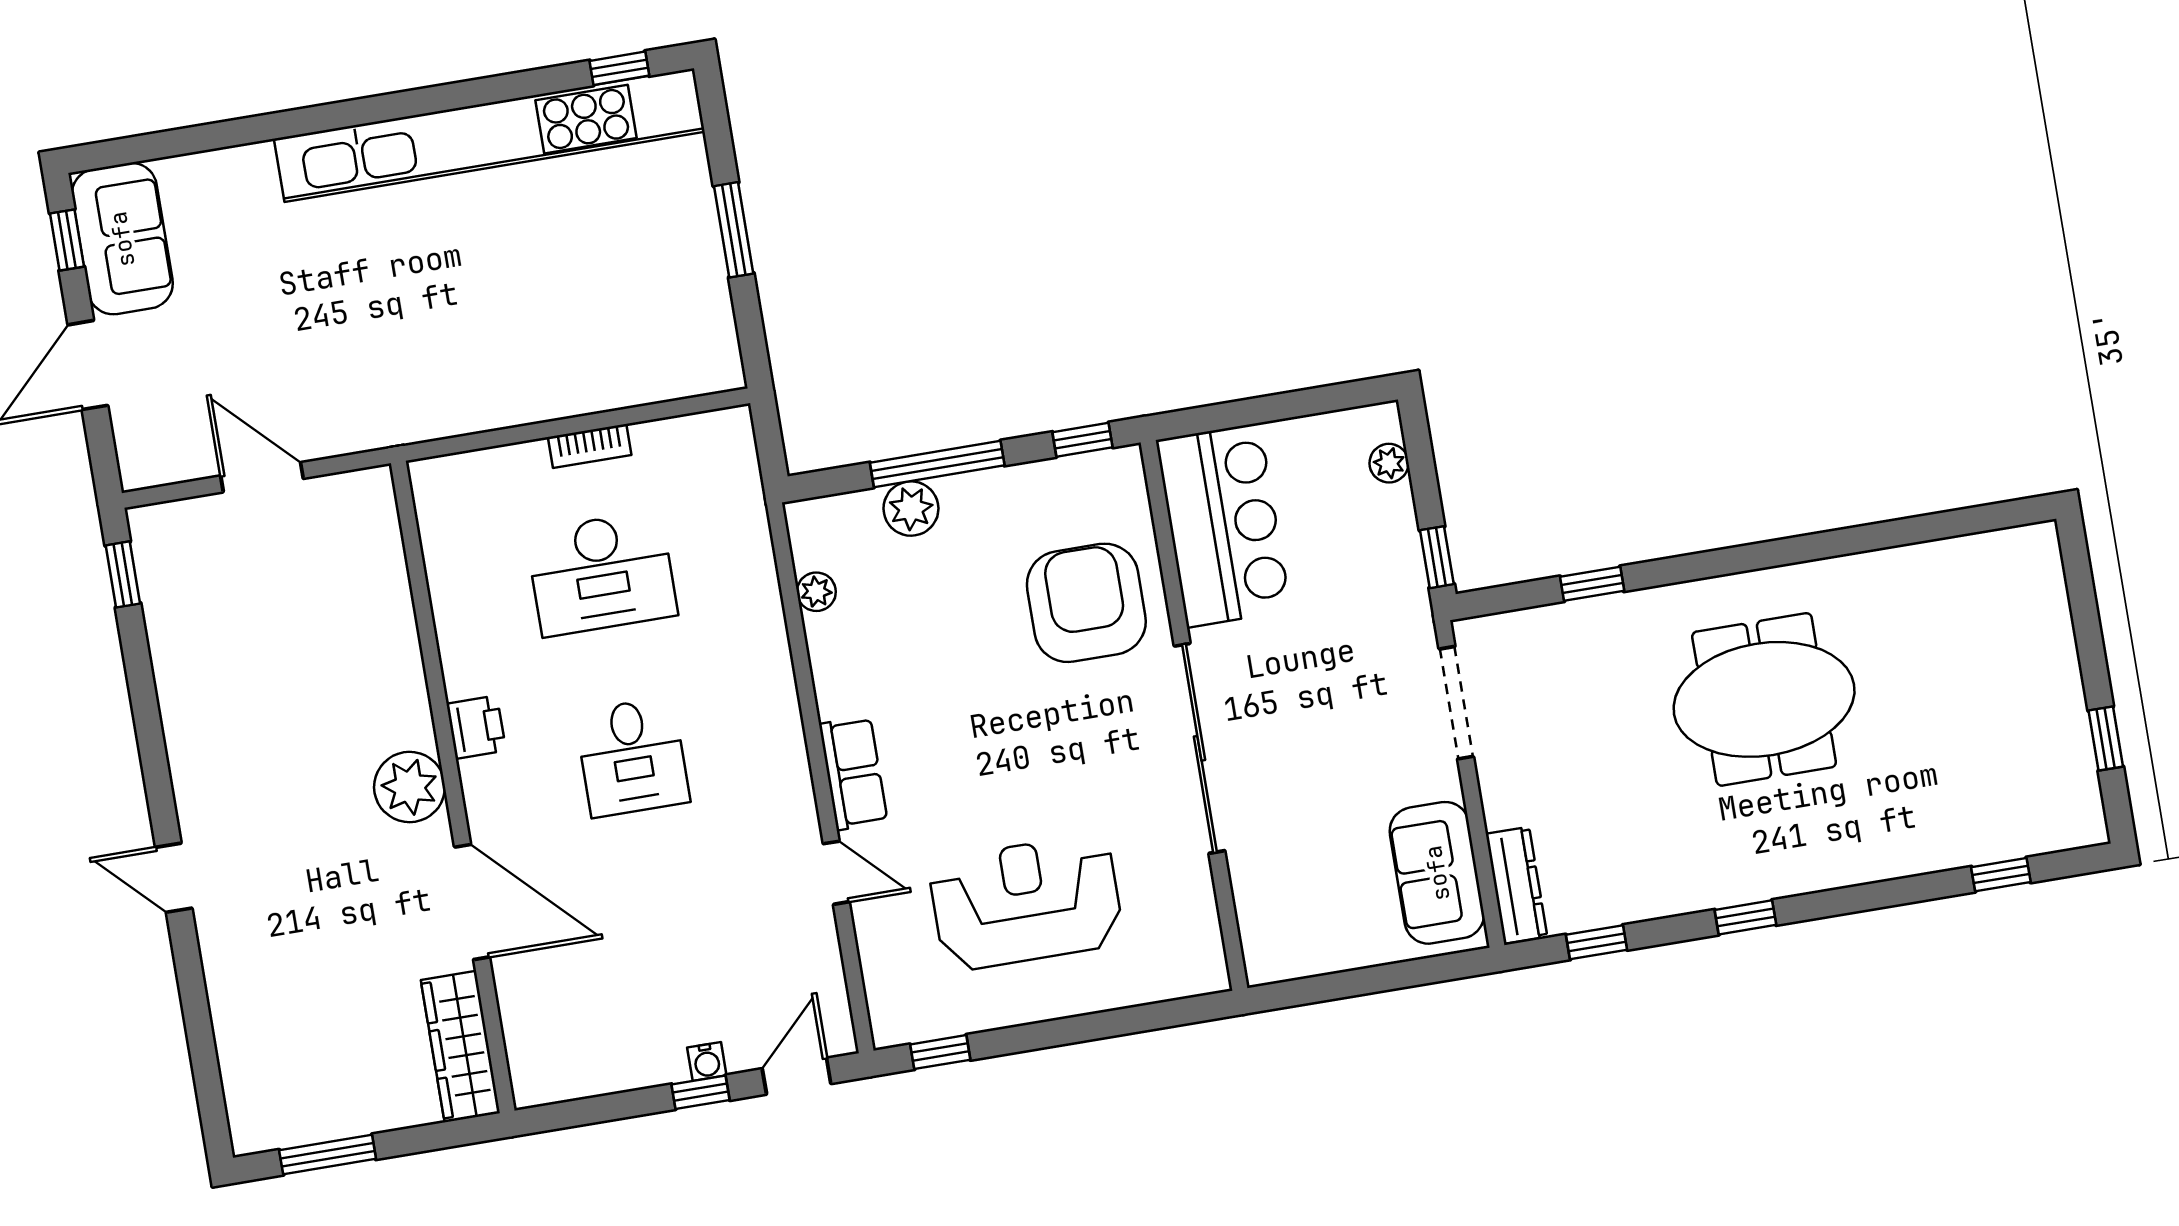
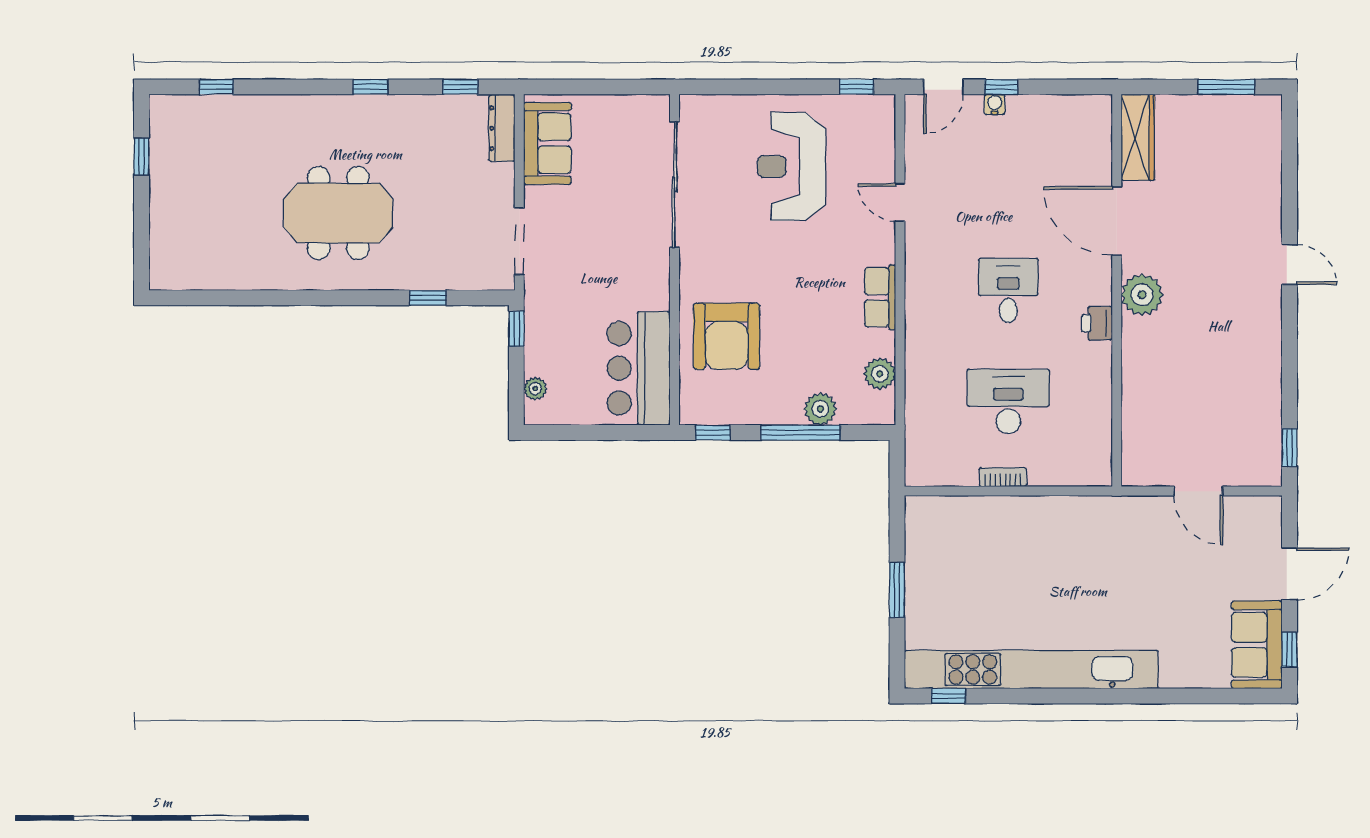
plant: (816, 592) -> (880, 374), width x1.38, depth x1.38
sliding door: (1200, 748) -> (674, 185), moved
row of seats: (853, 773) -> (880, 297), moved
reception desk: (1026, 902) -> (791, 166), turned 90

